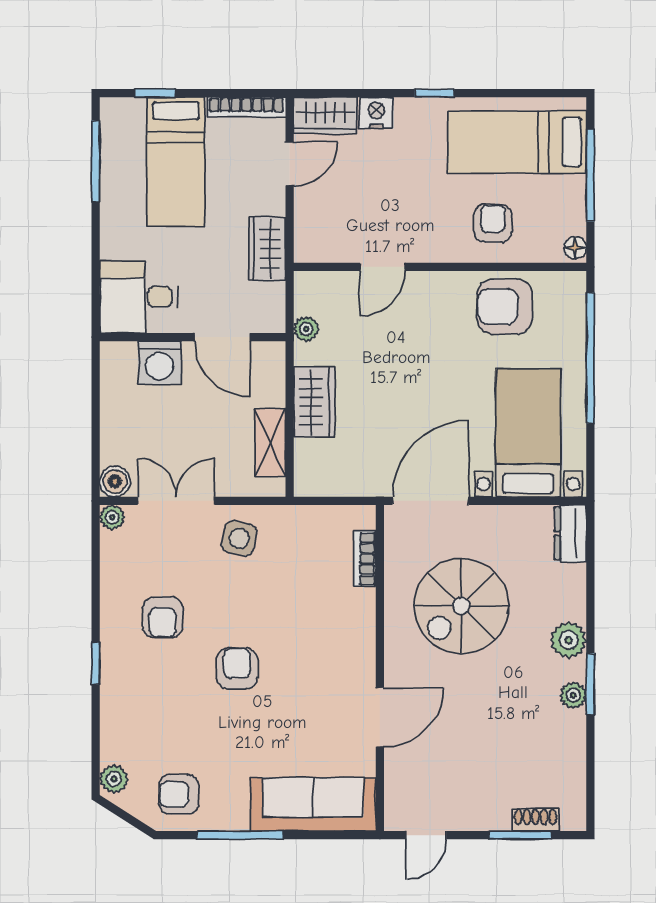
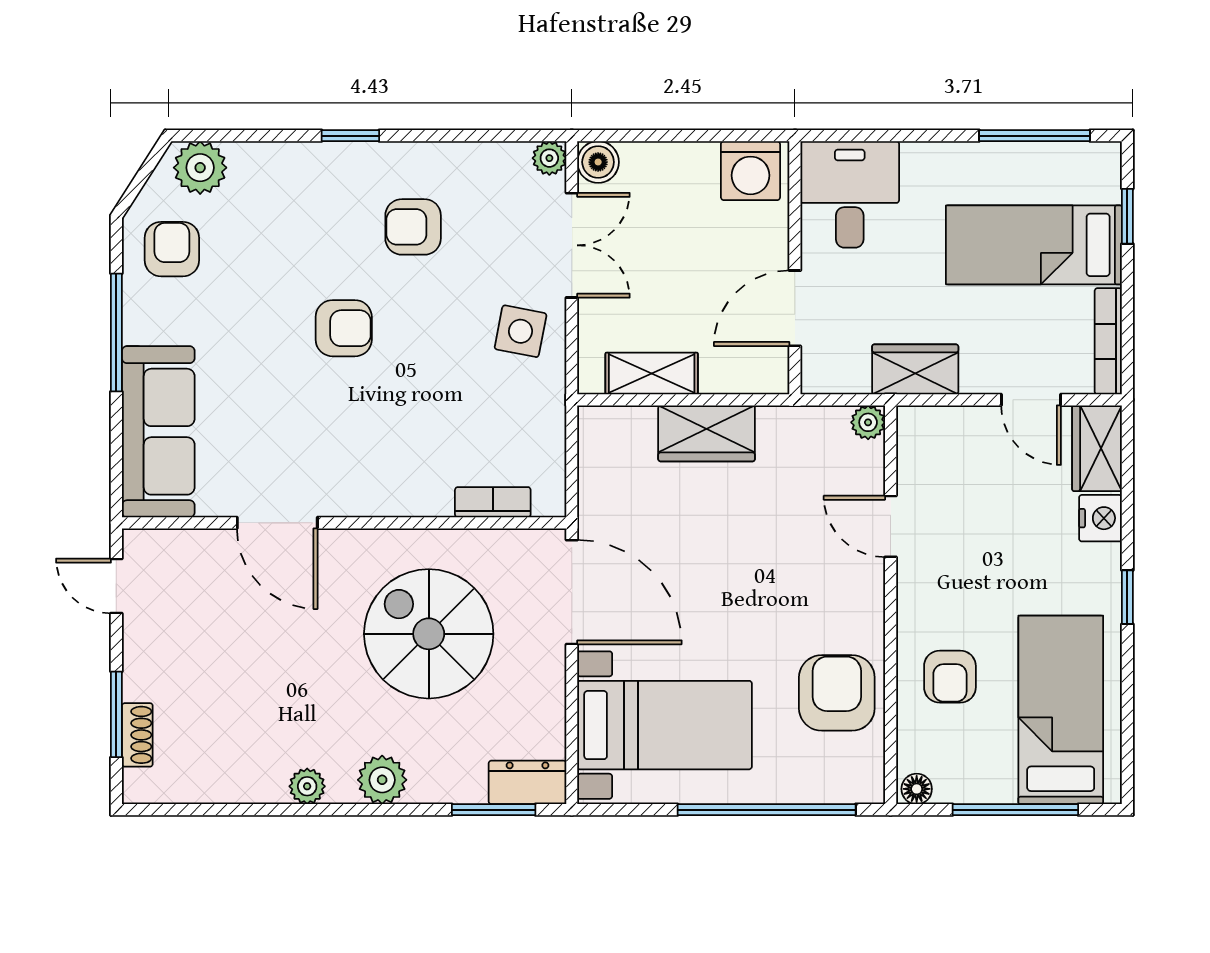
armchair: (493, 223) -> (950, 677), turned 90
plant: (306, 329) -> (868, 422), moved
washing machine: (160, 363) -> (750, 171), moved, turned -90
window: (590, 684) -> (494, 810), moved
plant: (114, 779) -> (200, 168), width x1.38, depth x1.38

